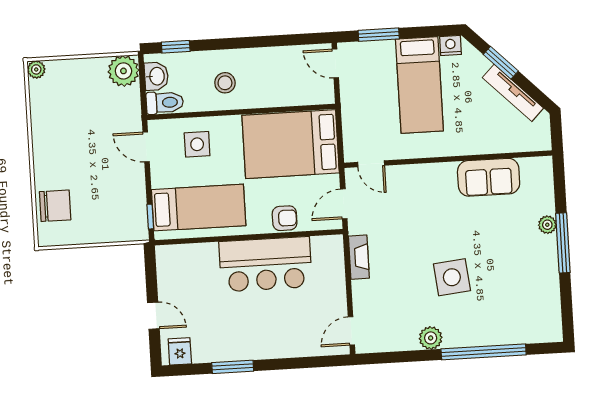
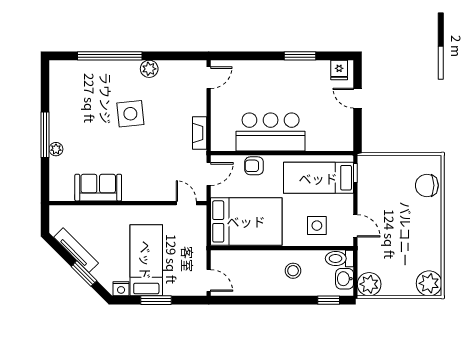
window: (379, 35) -> (156, 300), moved
plant: (36, 69) -> (429, 283), width x1.88, depth x1.88

